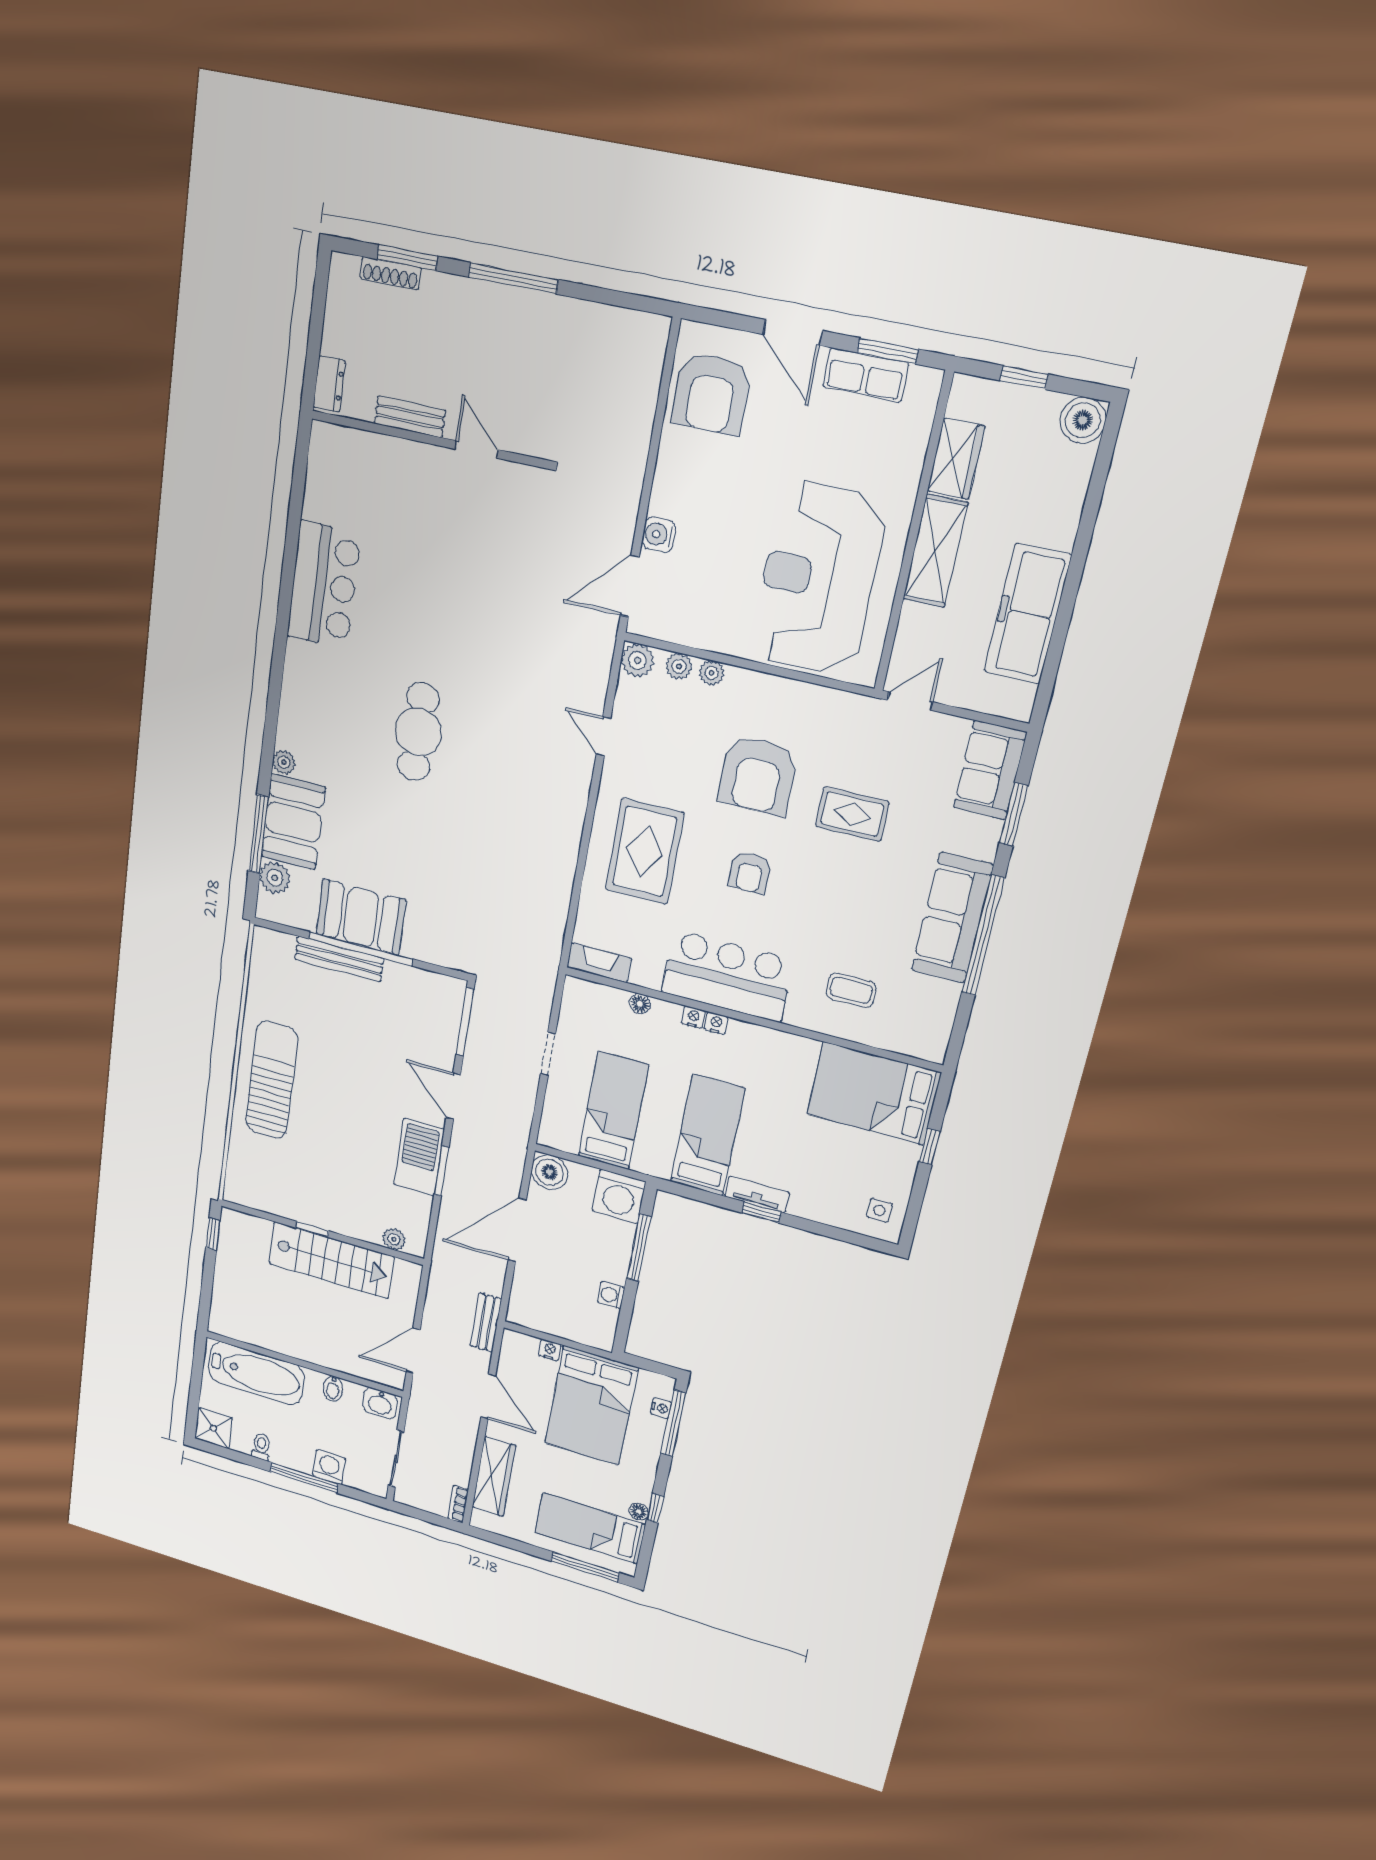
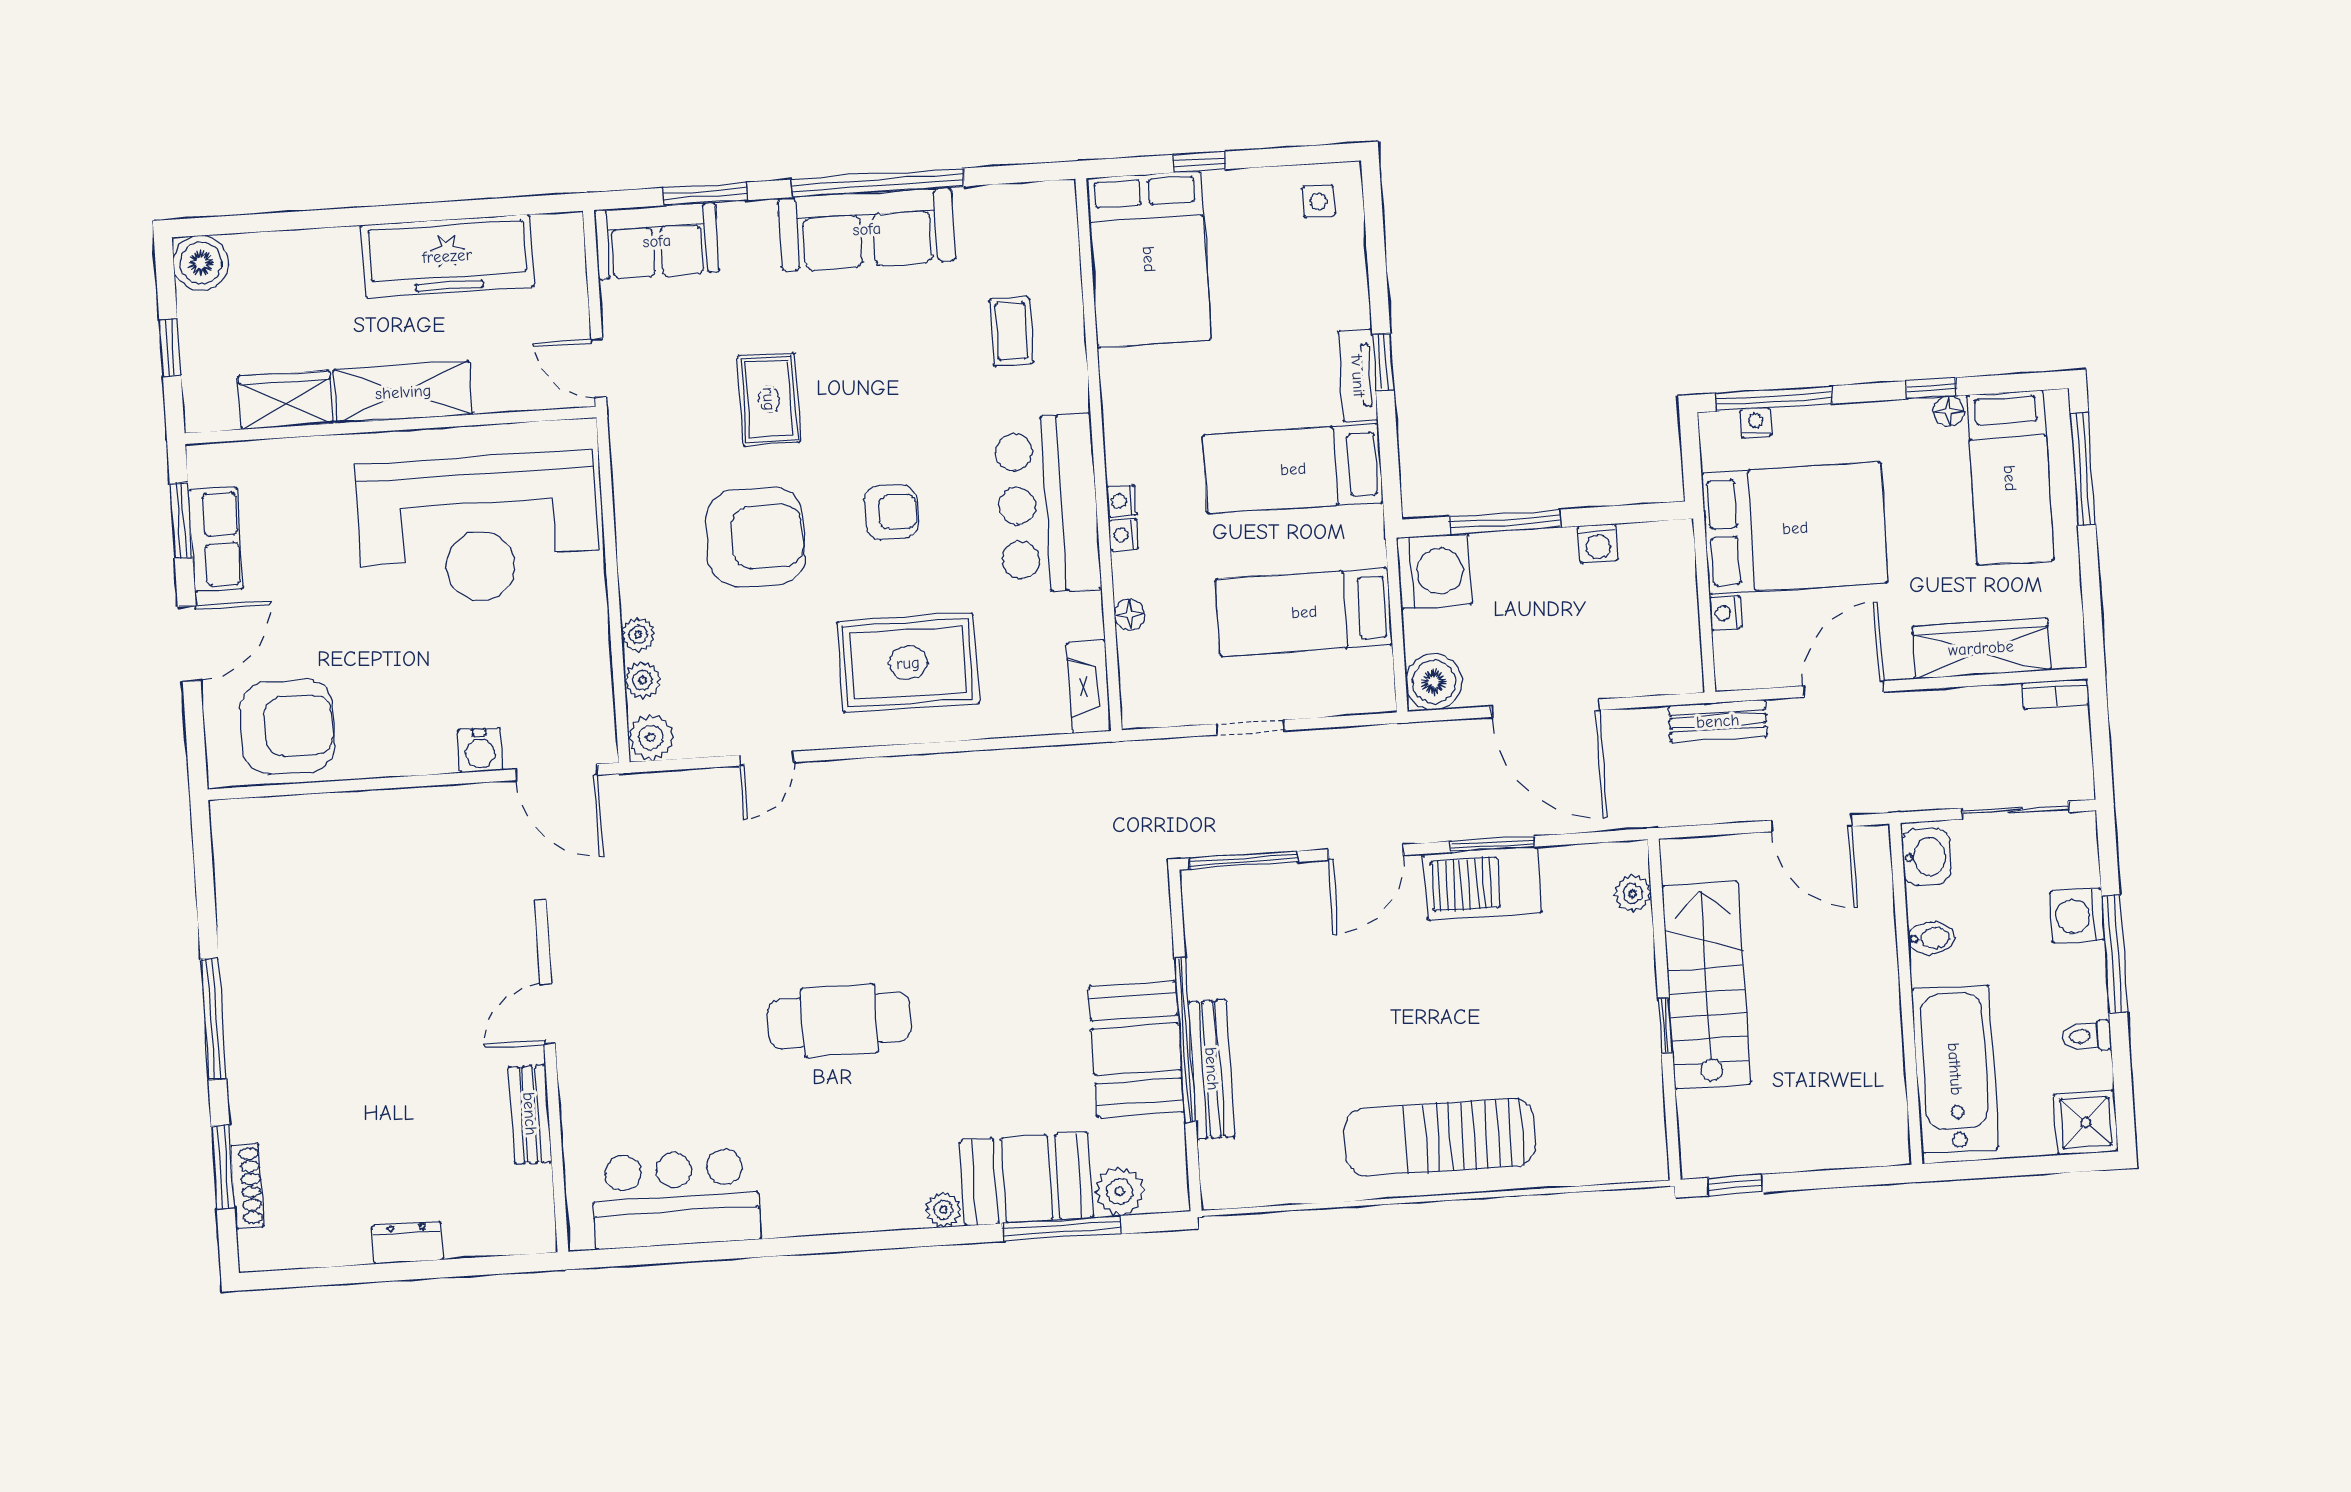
bench: (410, 417) -> (530, 1114), moved
wall: (429, 439) -> (552, 1081), moved
door: (476, 449) -> (548, 1014), moved

